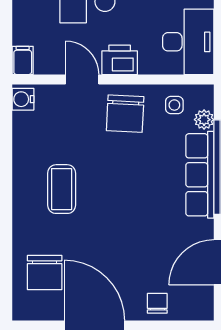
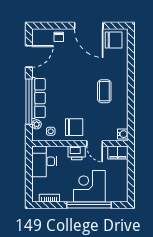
filing cabinet: (23, 60) -> (118, 153), width x2.00
chair: (125, 114) -> (74, 127), turned 87
chair: (45, 272) -> (114, 40), moved, turned 90

